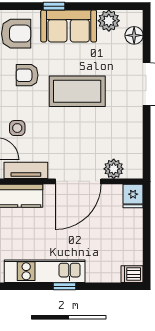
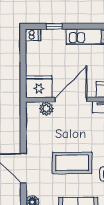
fridge: (133, 196) -> (39, 87), width x1.88, depth x1.34
window: (64, 286) -> (54, 26), moved

